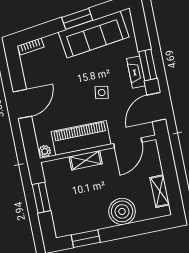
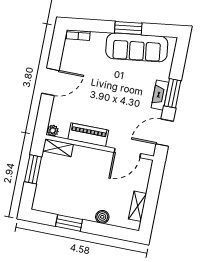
side table: (102, 93) -> (123, 100), removed
piano: (81, 138) -> (88, 135), width x0.73, depth x0.75
shelving: (86, 160) -> (58, 148), moved
boiler: (122, 211) -> (102, 217), width x0.54, depth x0.54
window: (86, 239) -> (69, 223), moved

